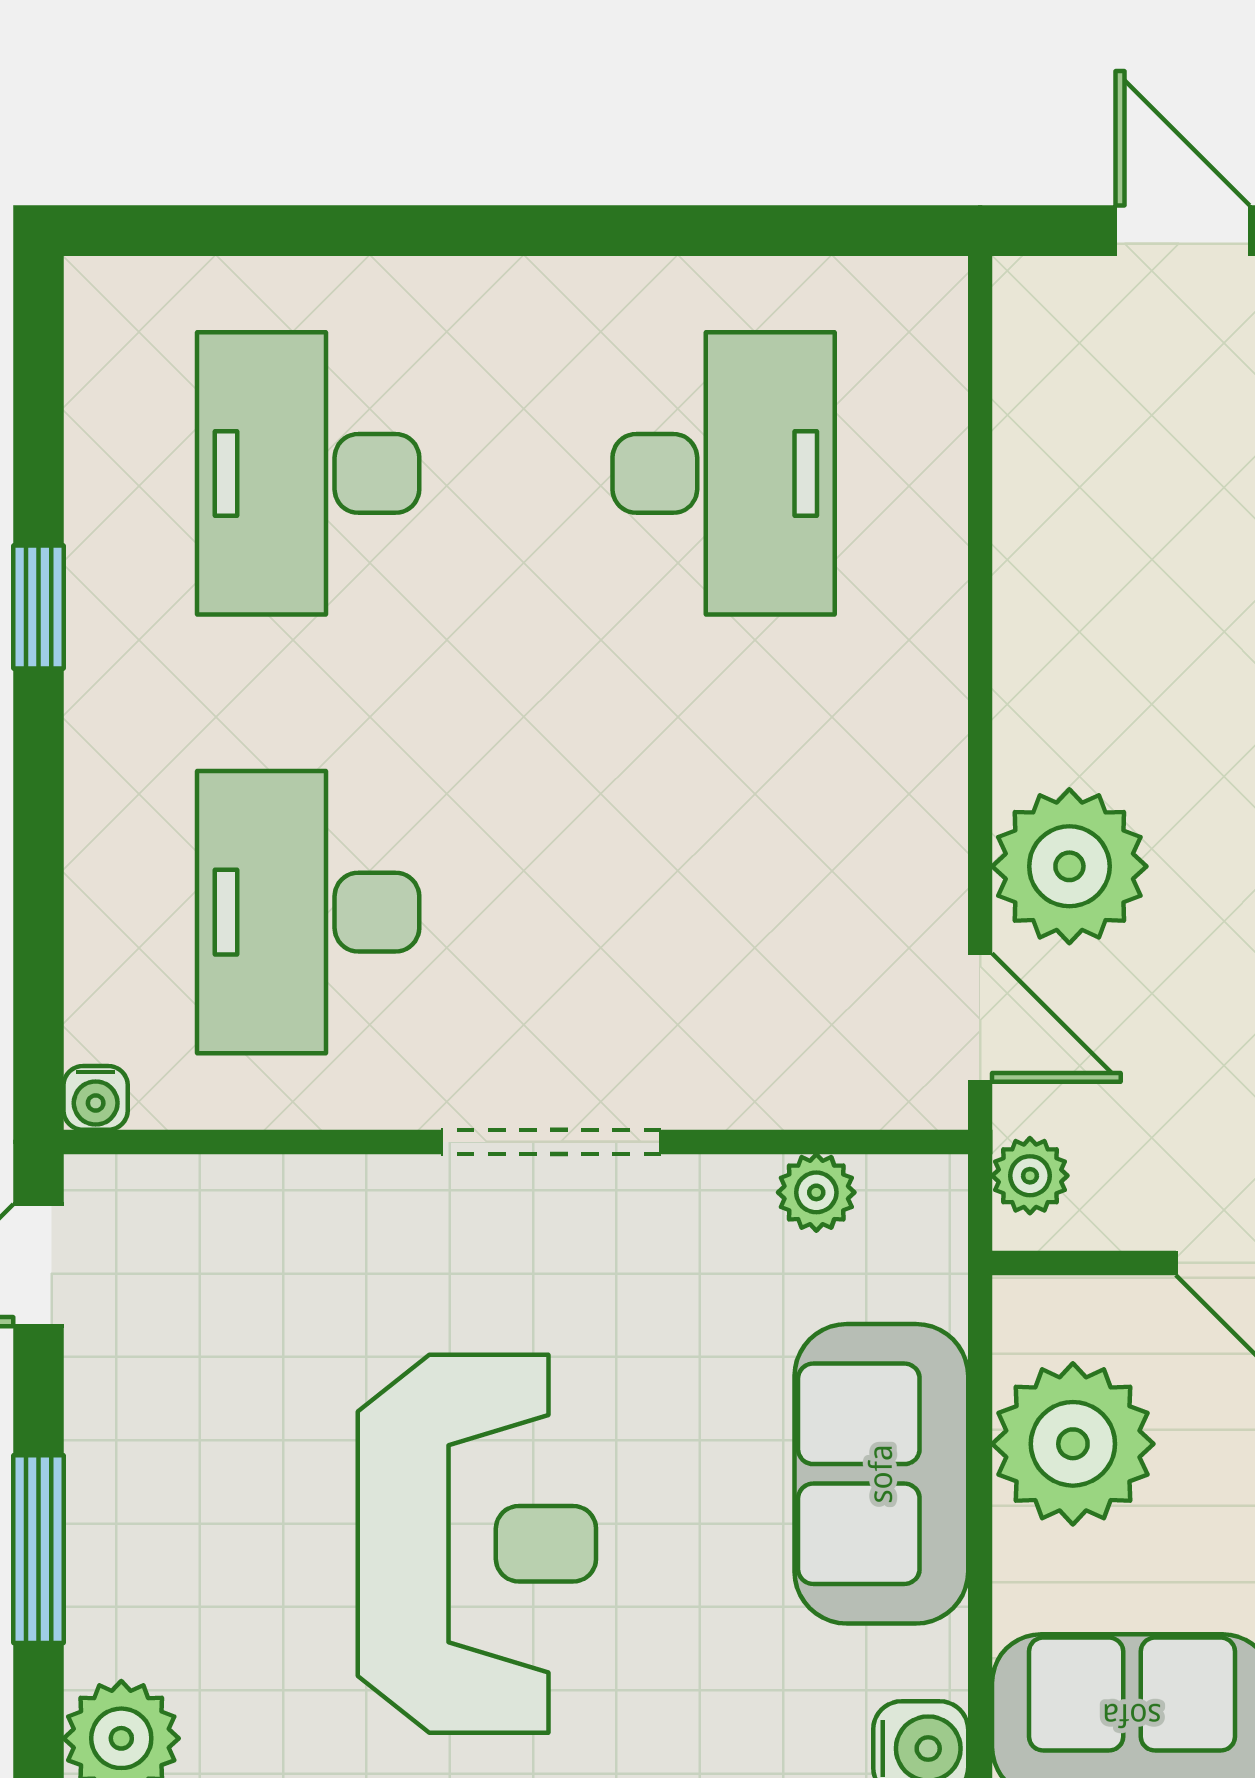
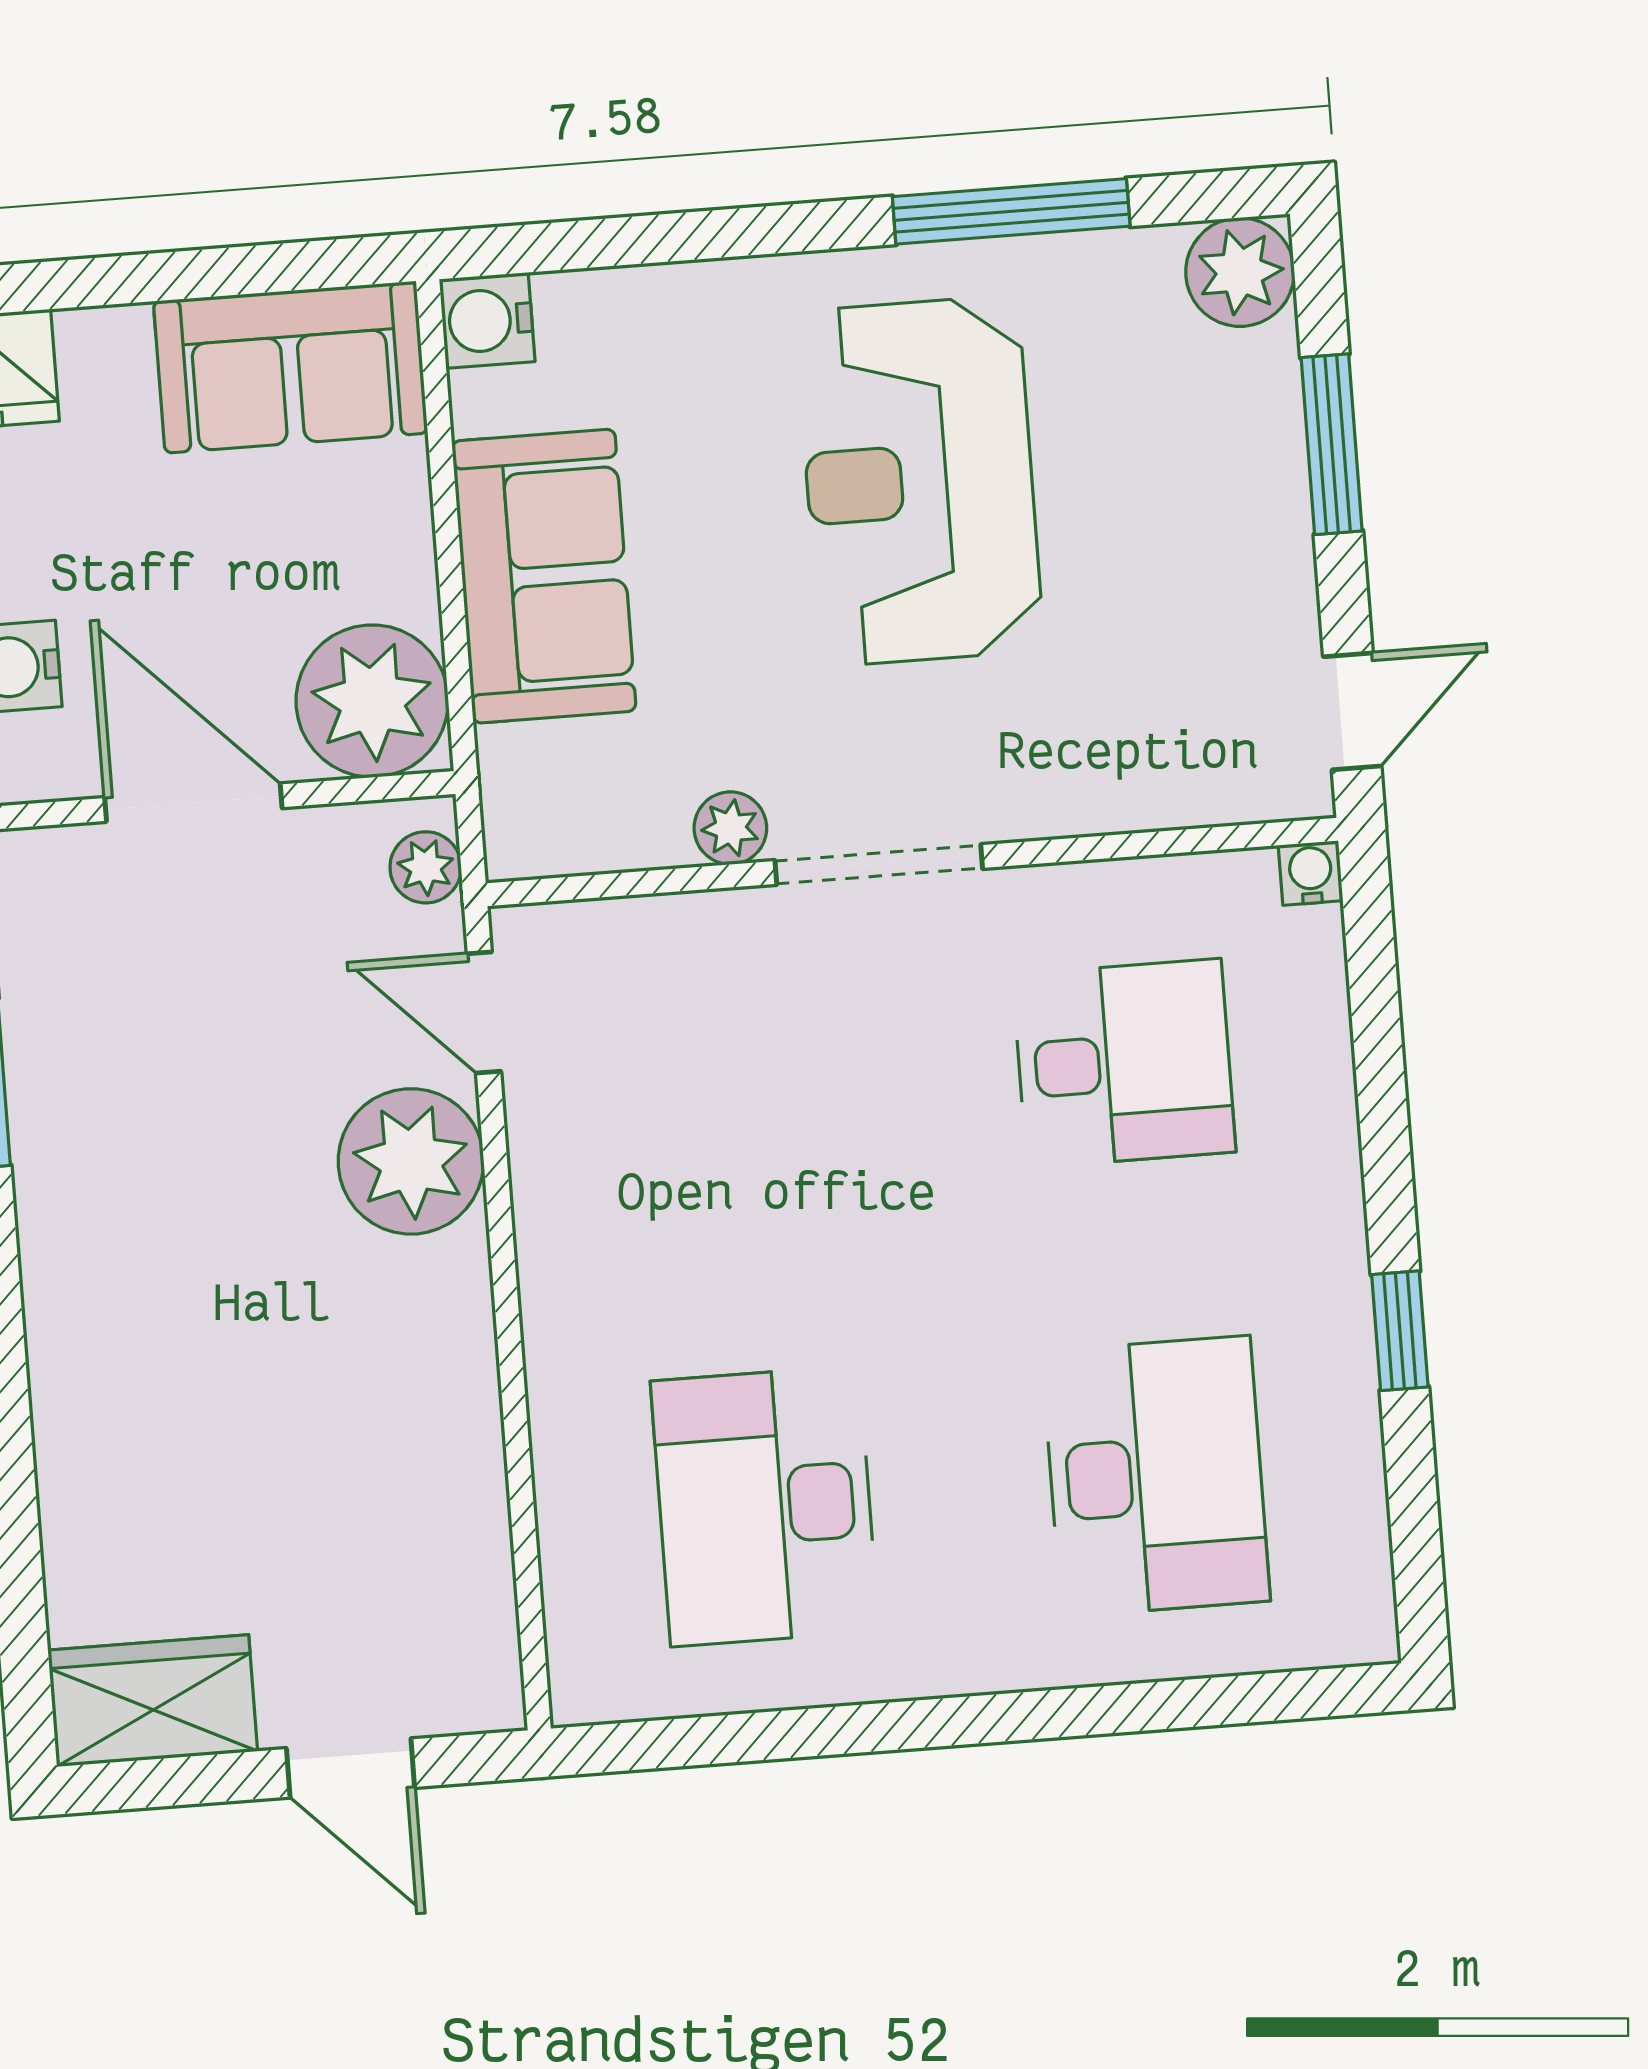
desk: (308, 912) -> (1124, 1063), width x0.73
plant: (816, 1192) -> (730, 828), moved
plant: (1073, 1444) -> (372, 701), moved

